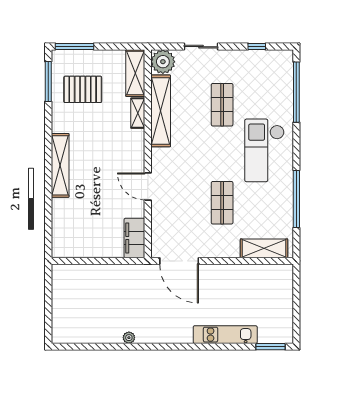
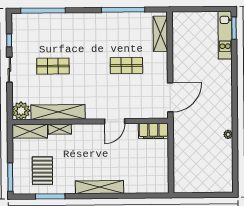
sliding door: (201, 47) -> (9, 70), moved
window: (48, 81) -> (50, 196), moved
checkout: (264, 150) -> (87, 34), removed
kitchen unit: (225, 335) -> (225, 35), moved

